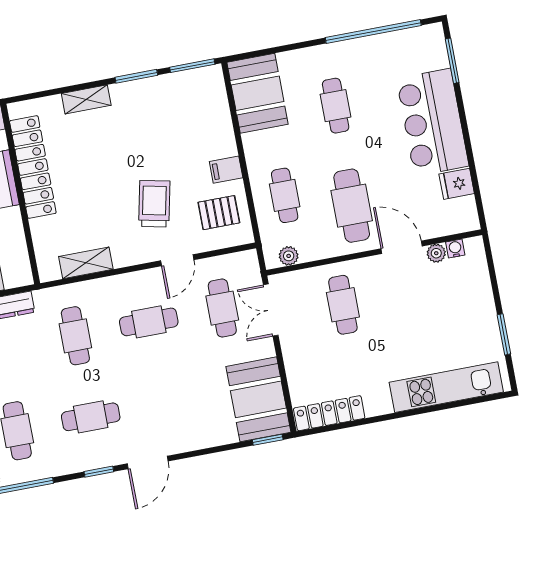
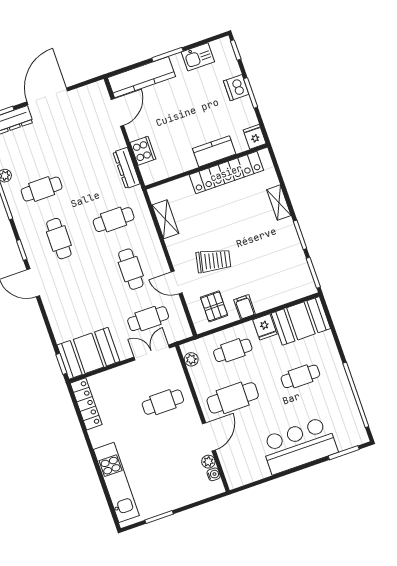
fridge: (457, 184) -> (265, 327), moved, turned 180

